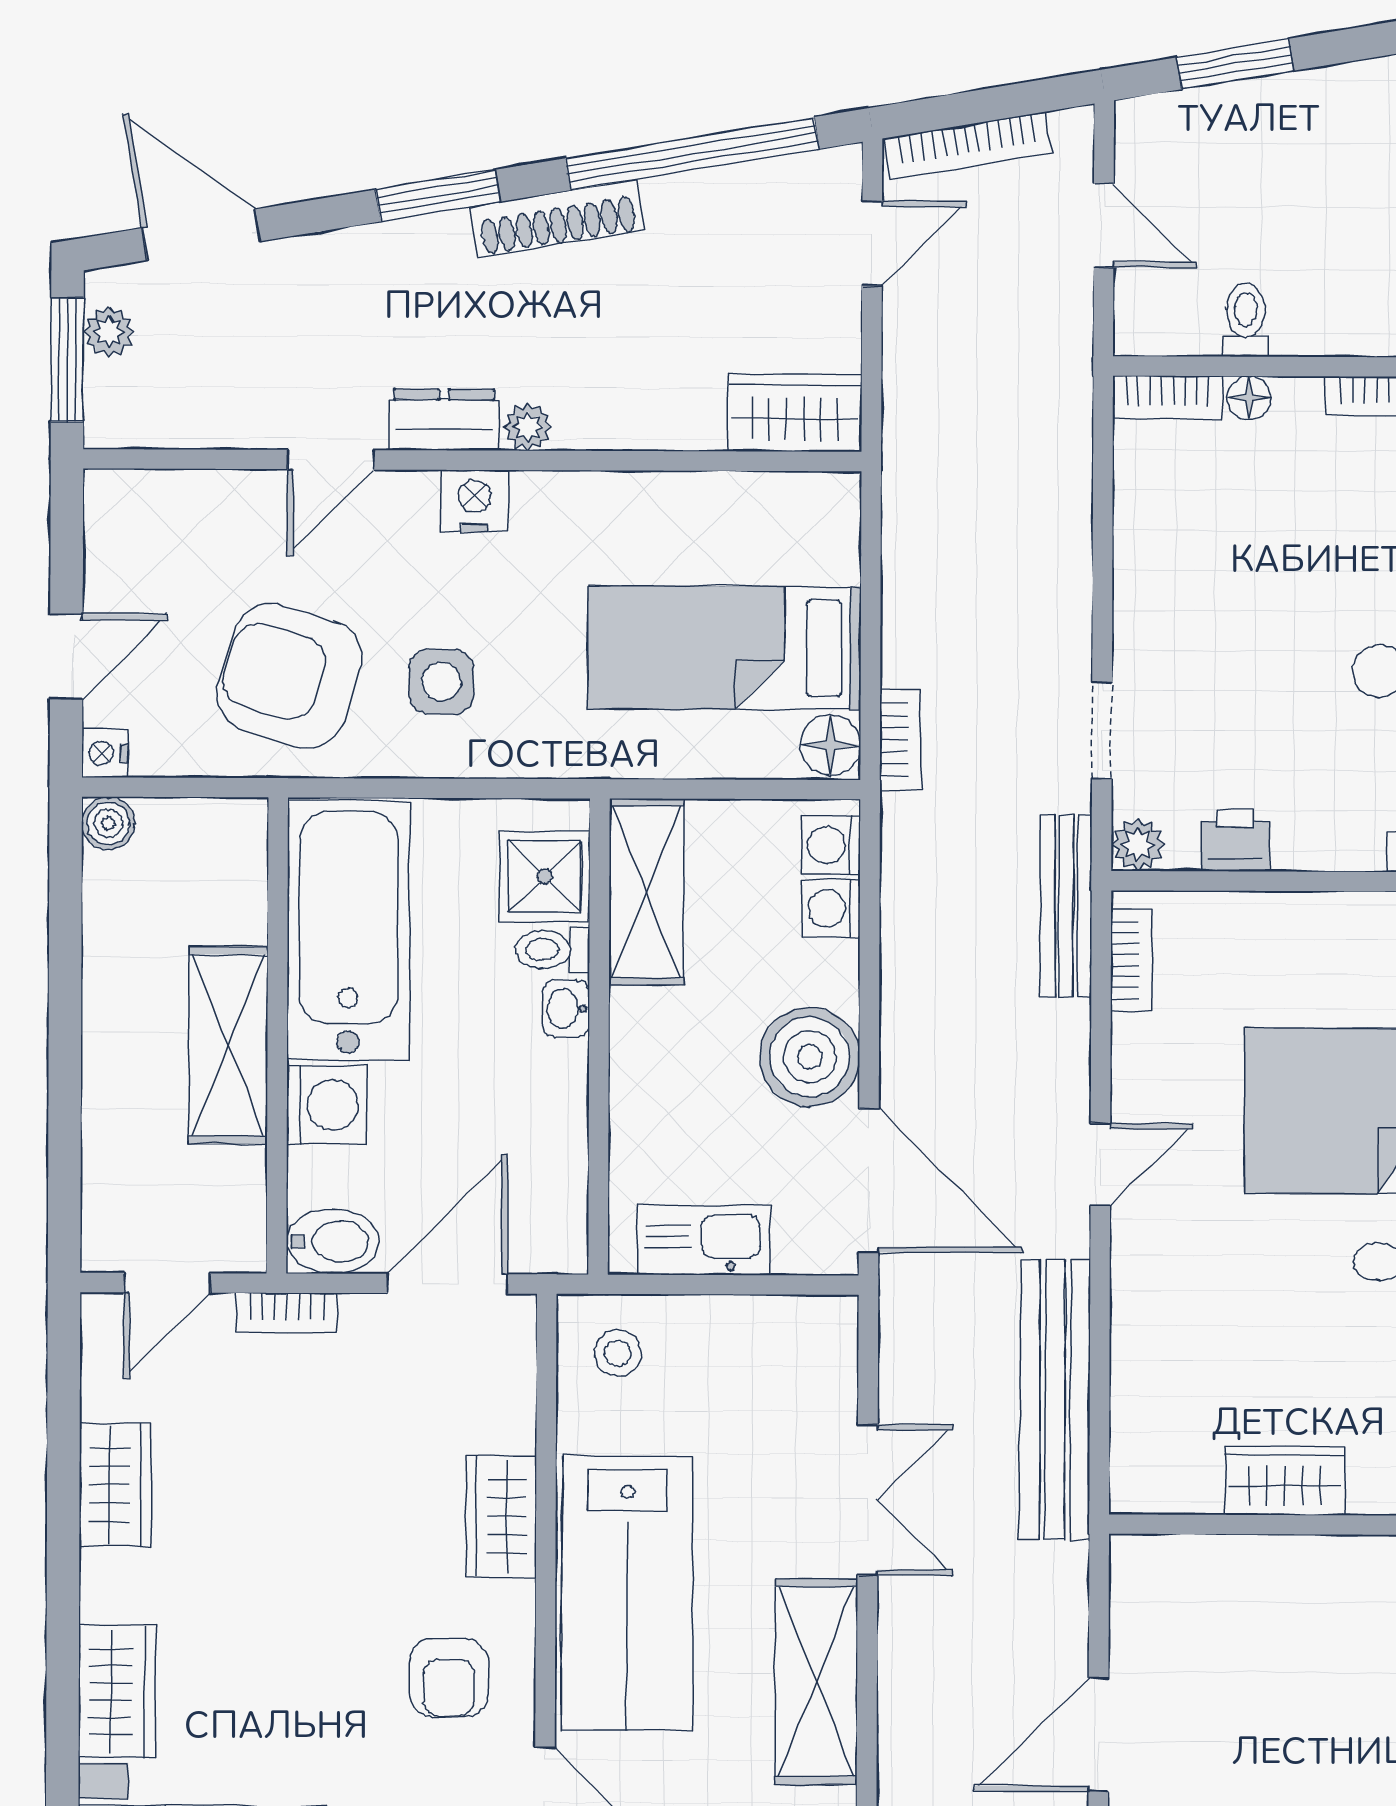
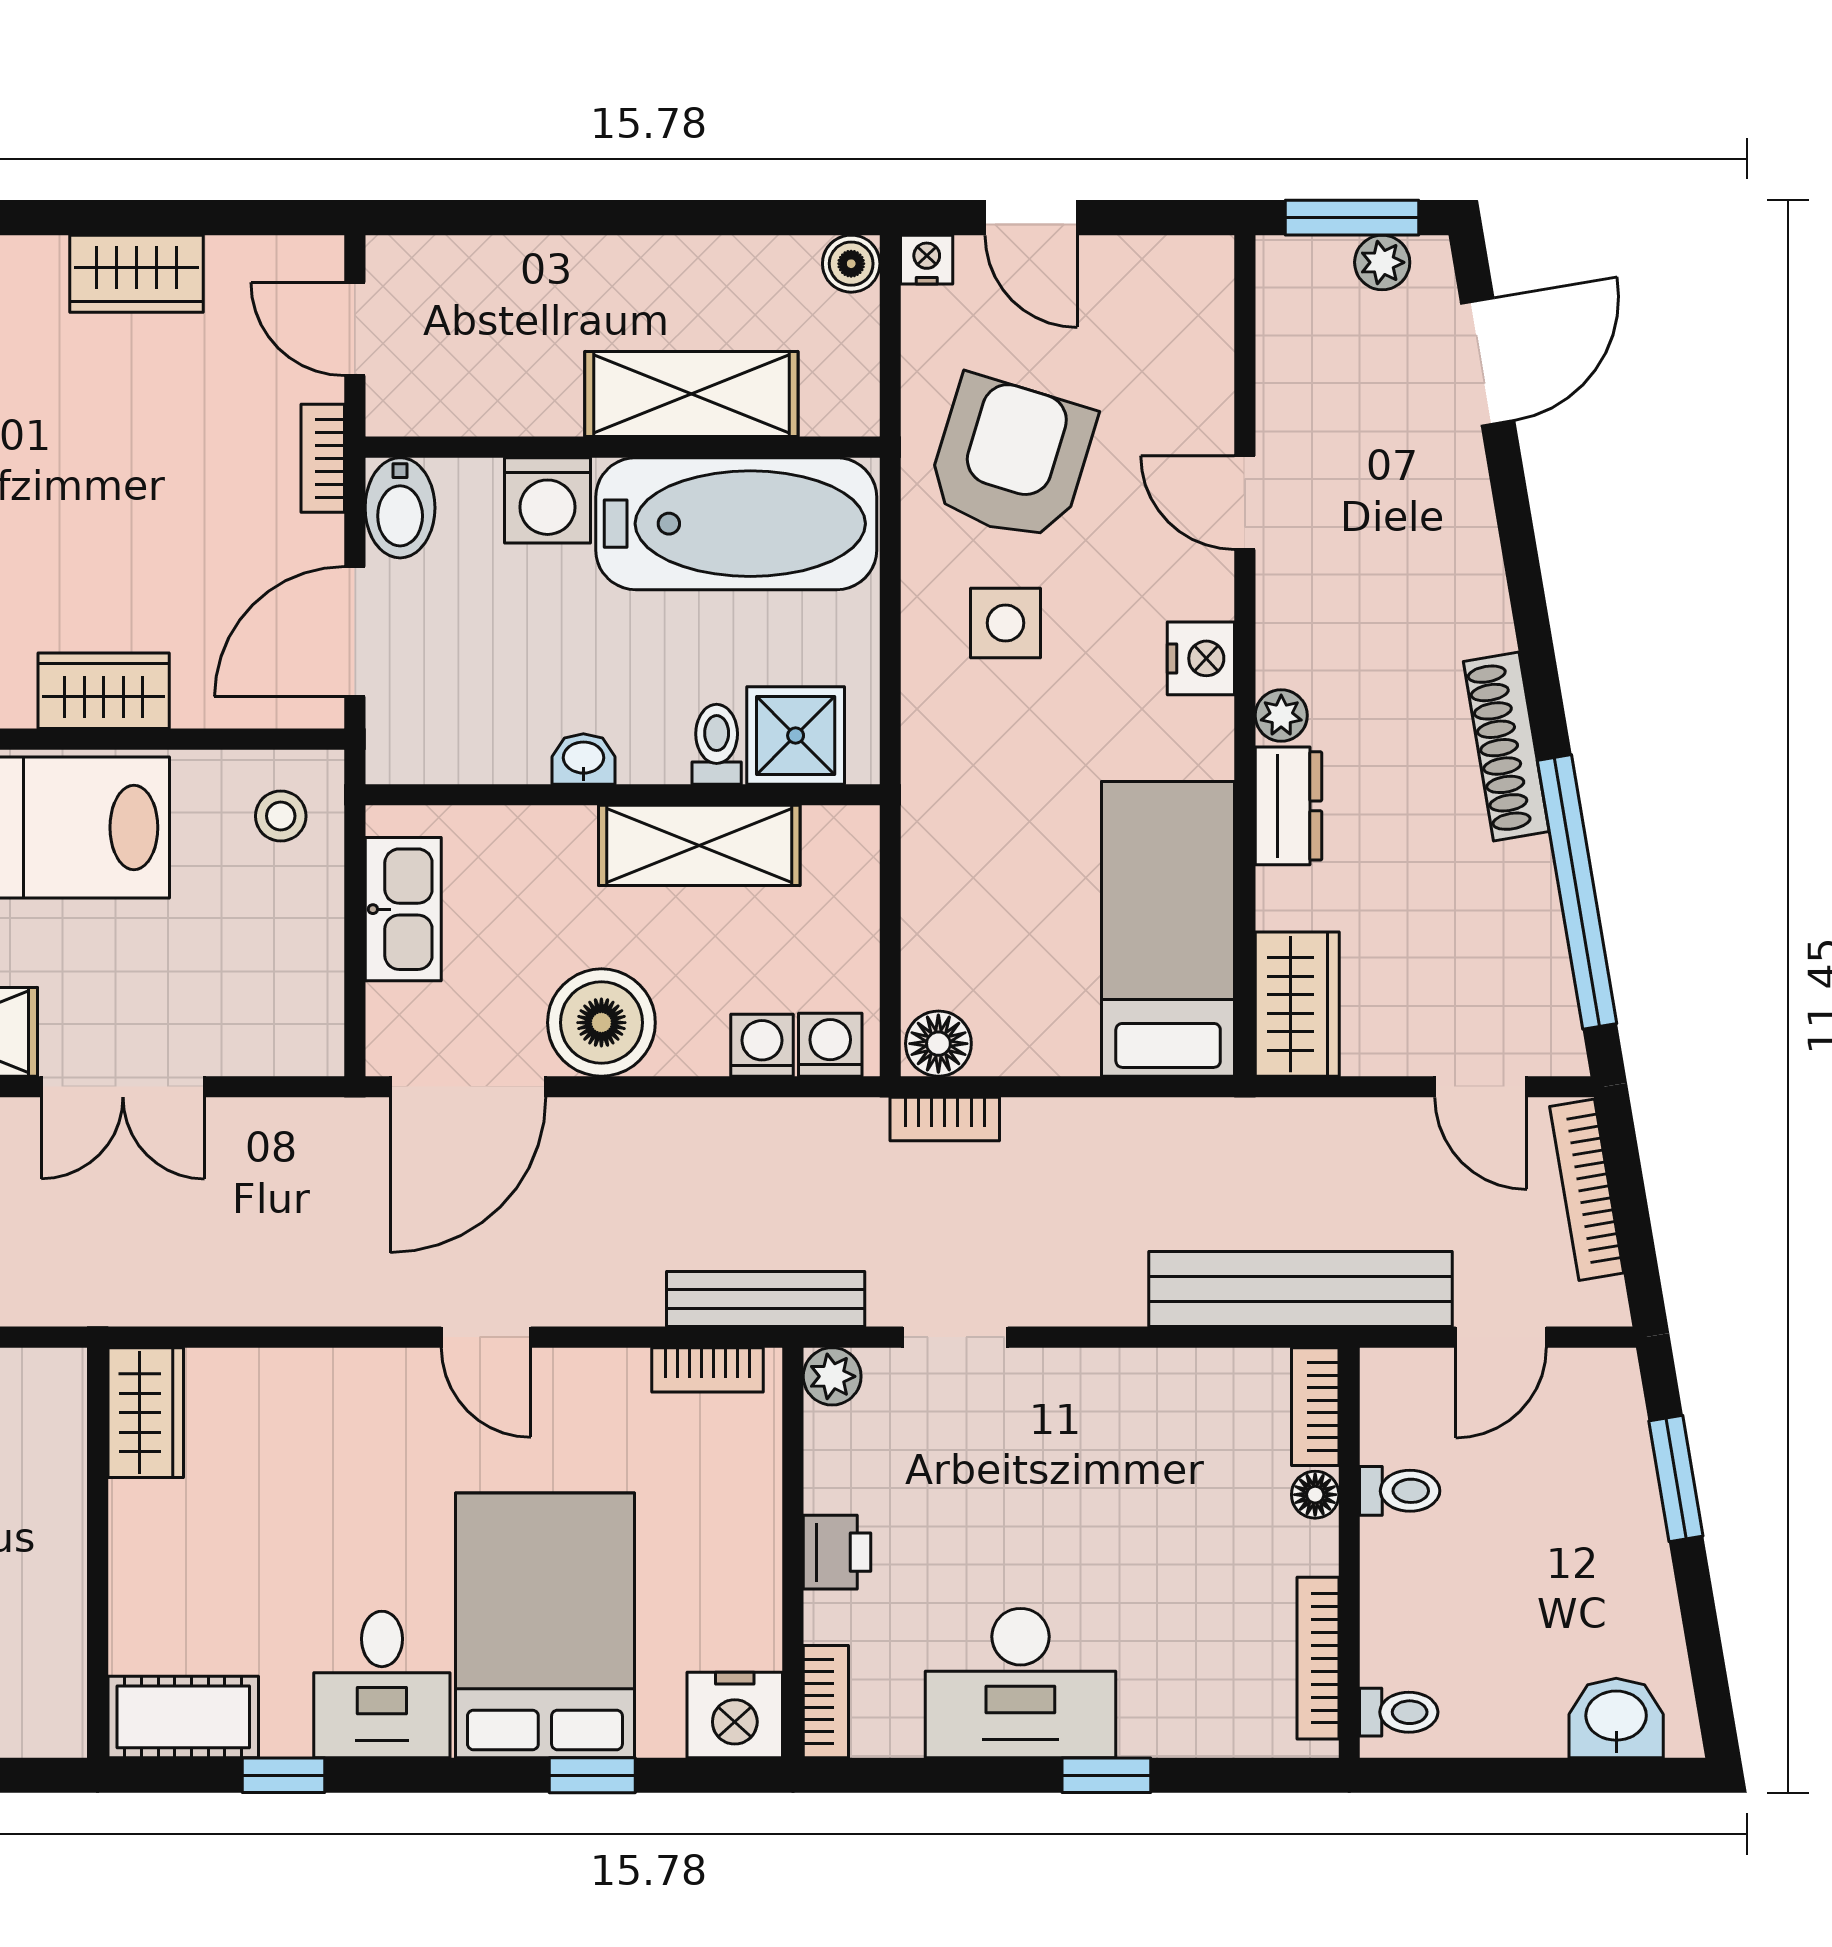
window: (438, 196) -> (1531, 617), removed
dresser: (444, 420) -> (1289, 806), moved
bed: (724, 648) -> (1168, 929), moved
printer: (1235, 840) -> (837, 1552), moved
shelving: (646, 892) -> (699, 845), moved
washbasin: (566, 1009) -> (583, 759), moved
shelving: (228, 1045) -> (691, 394), moved
door: (447, 1284) -> (355, 632), swing flipped
bench: (1055, 1400) -> (1300, 1289), moved
wardrobe: (1285, 1480) -> (146, 1413), moved

